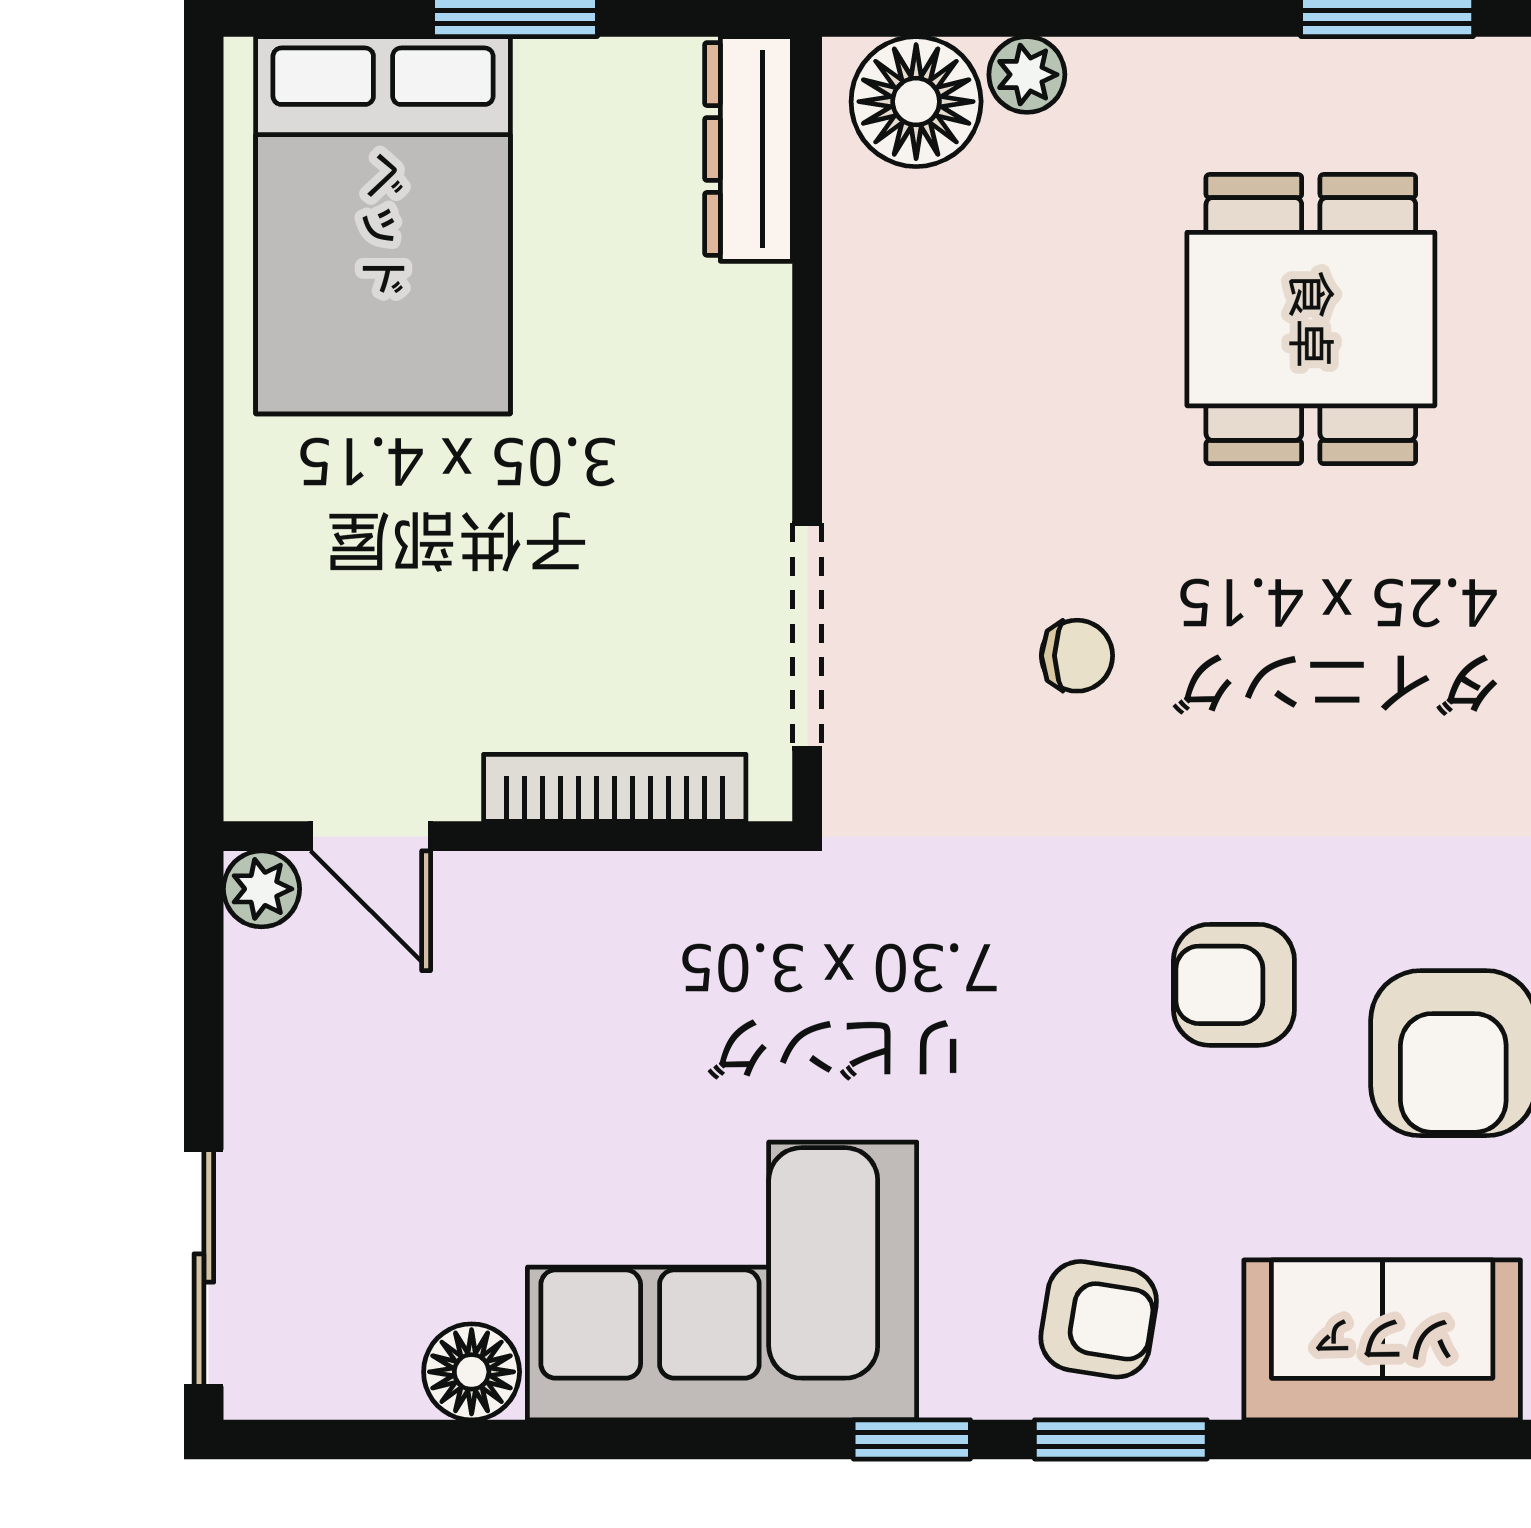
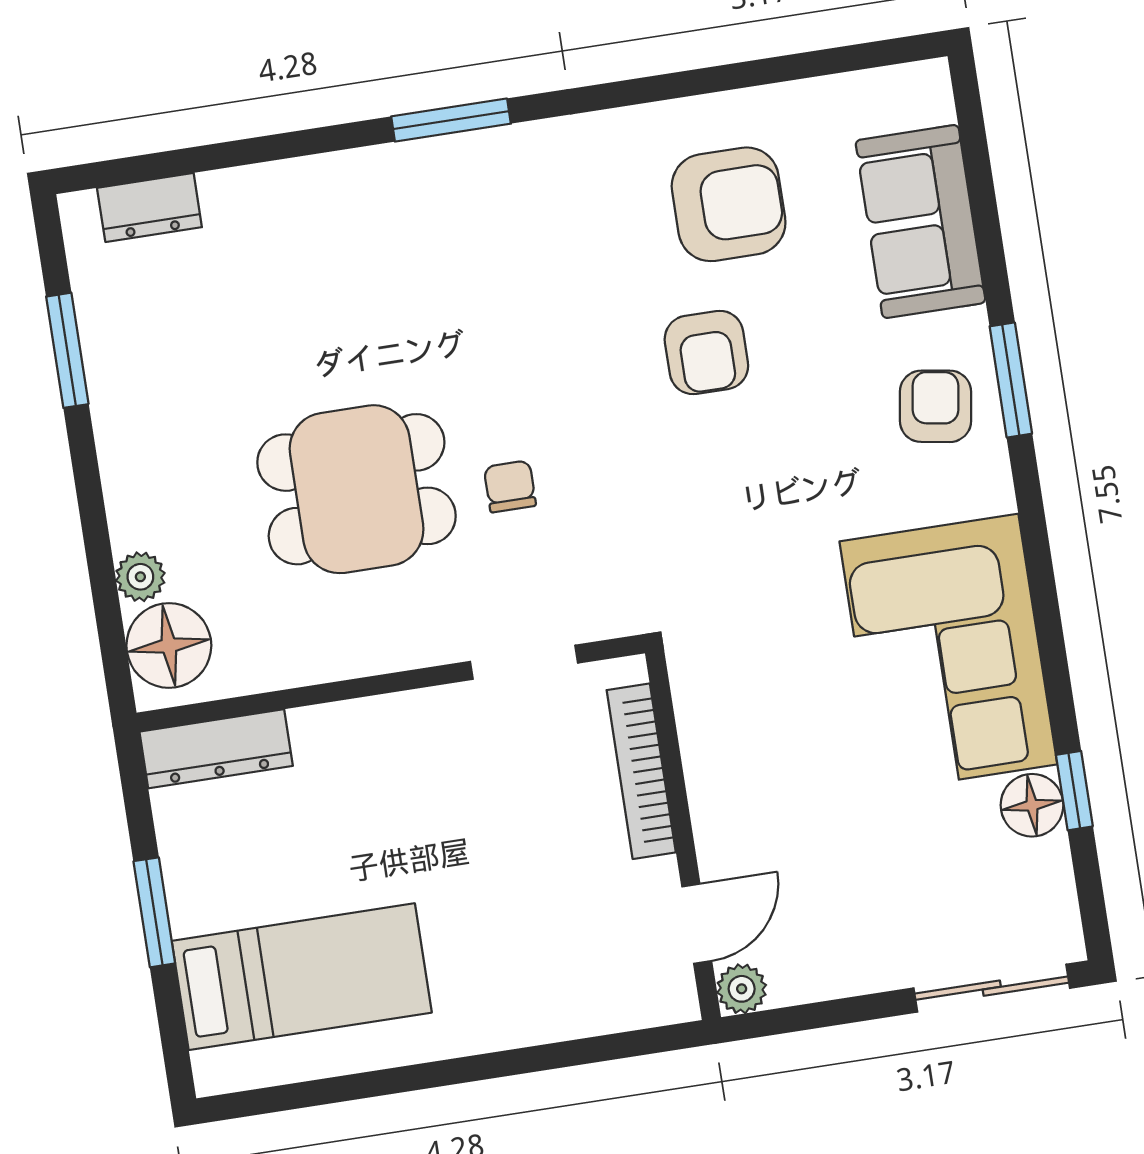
bed: (383, 225) -> (302, 977), width x0.67
dining table: (1311, 319) -> (357, 489), moved
doorway: (807, 636) -> (524, 662), width x0.73
window: (912, 1439) -> (1074, 791), moved

